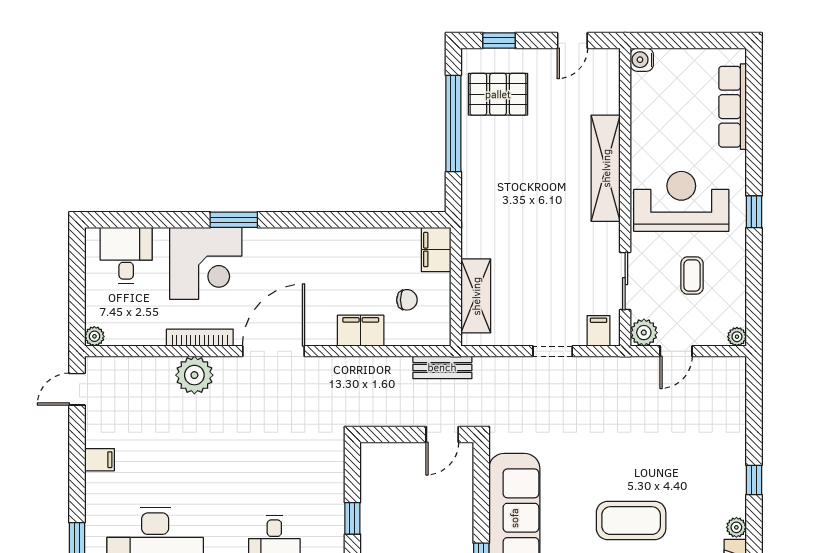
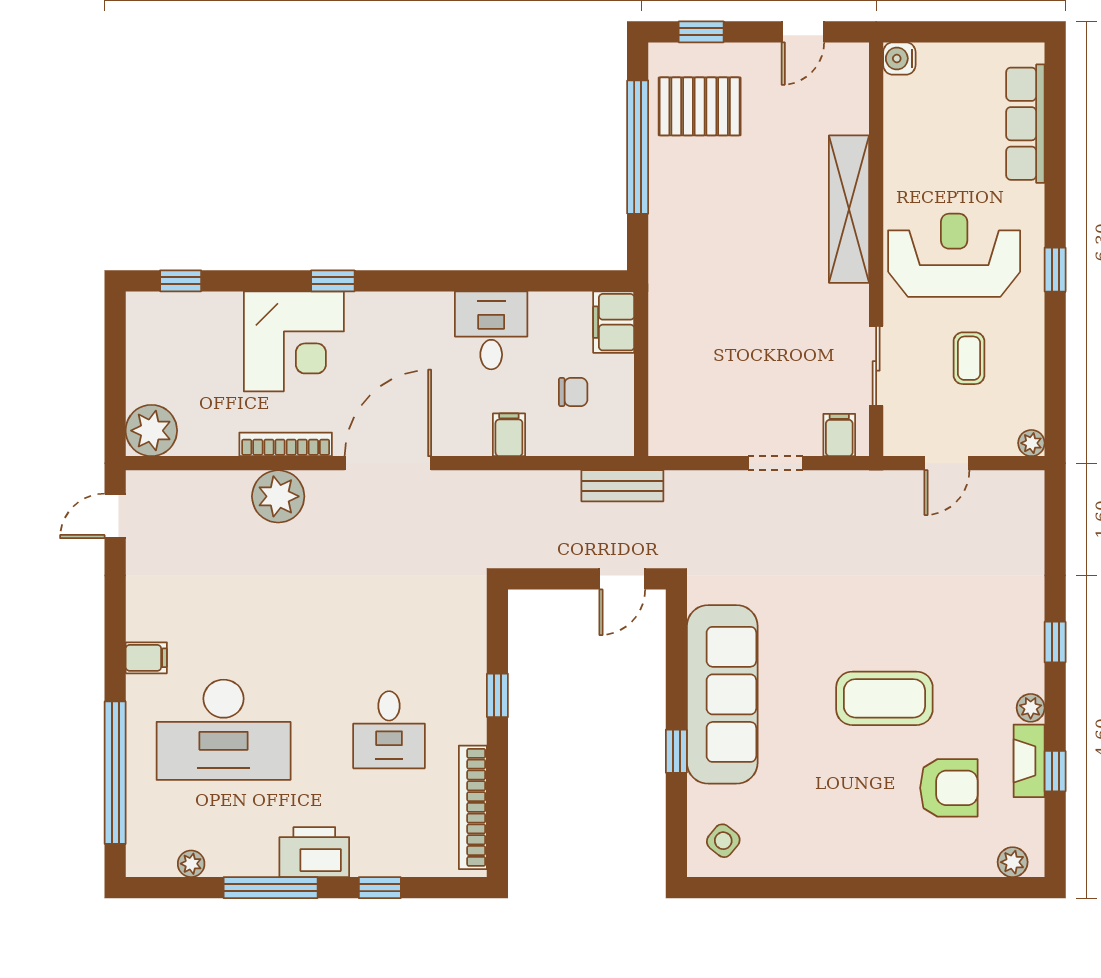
window: (124, 220) -> (181, 281), added
window: (234, 220) -> (333, 281), width x0.67
desk: (126, 256) -> (491, 330), moved
shelving: (476, 296) -> (669, 386), removed
filing cabinet: (361, 331) -> (509, 435), width x0.50
plant: (644, 333) -> (902, 437), removed
plant: (94, 336) -> (151, 431), width x1.88, depth x1.88
filing cabinet: (99, 460) -> (146, 658), moved

